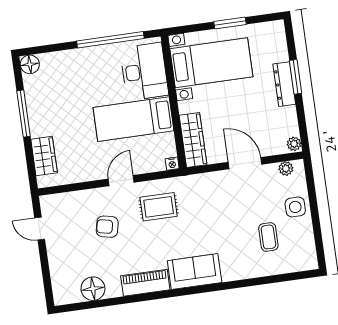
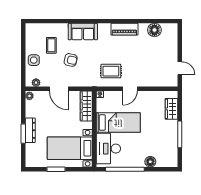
floor lamp: (30, 64) -> (150, 162), moved
armchair: (107, 227) -> (71, 60), moved
sofa: (195, 272) -> (83, 32), moved

